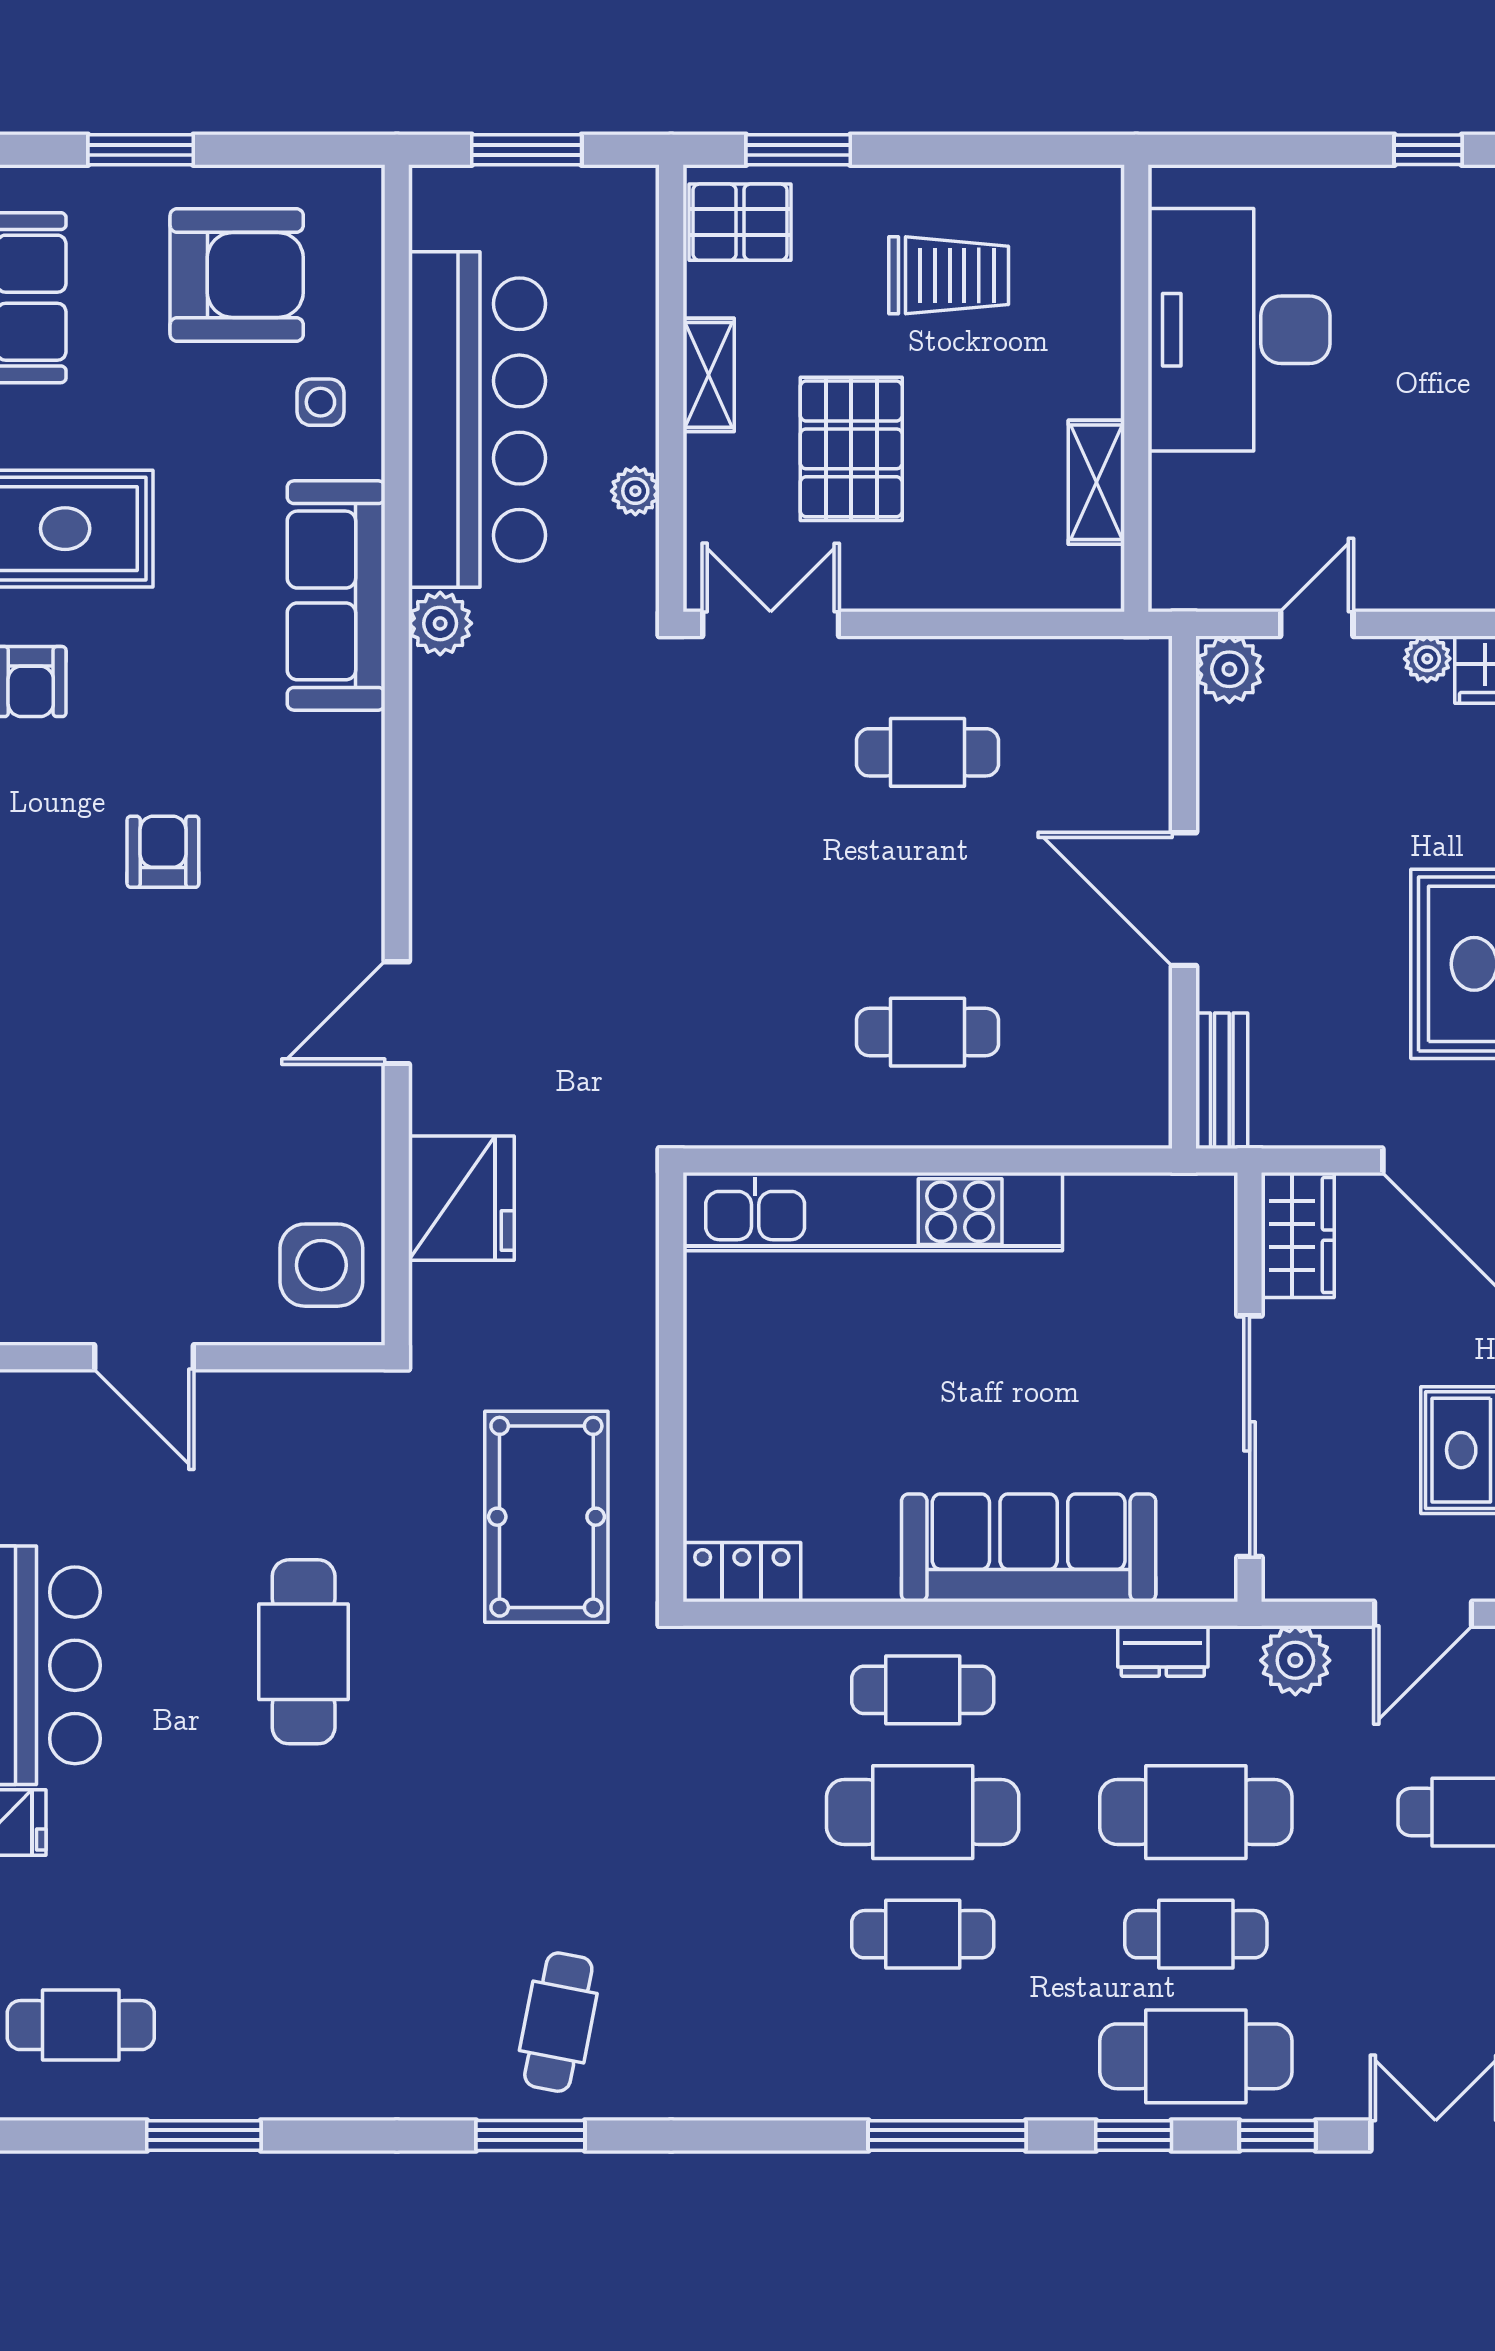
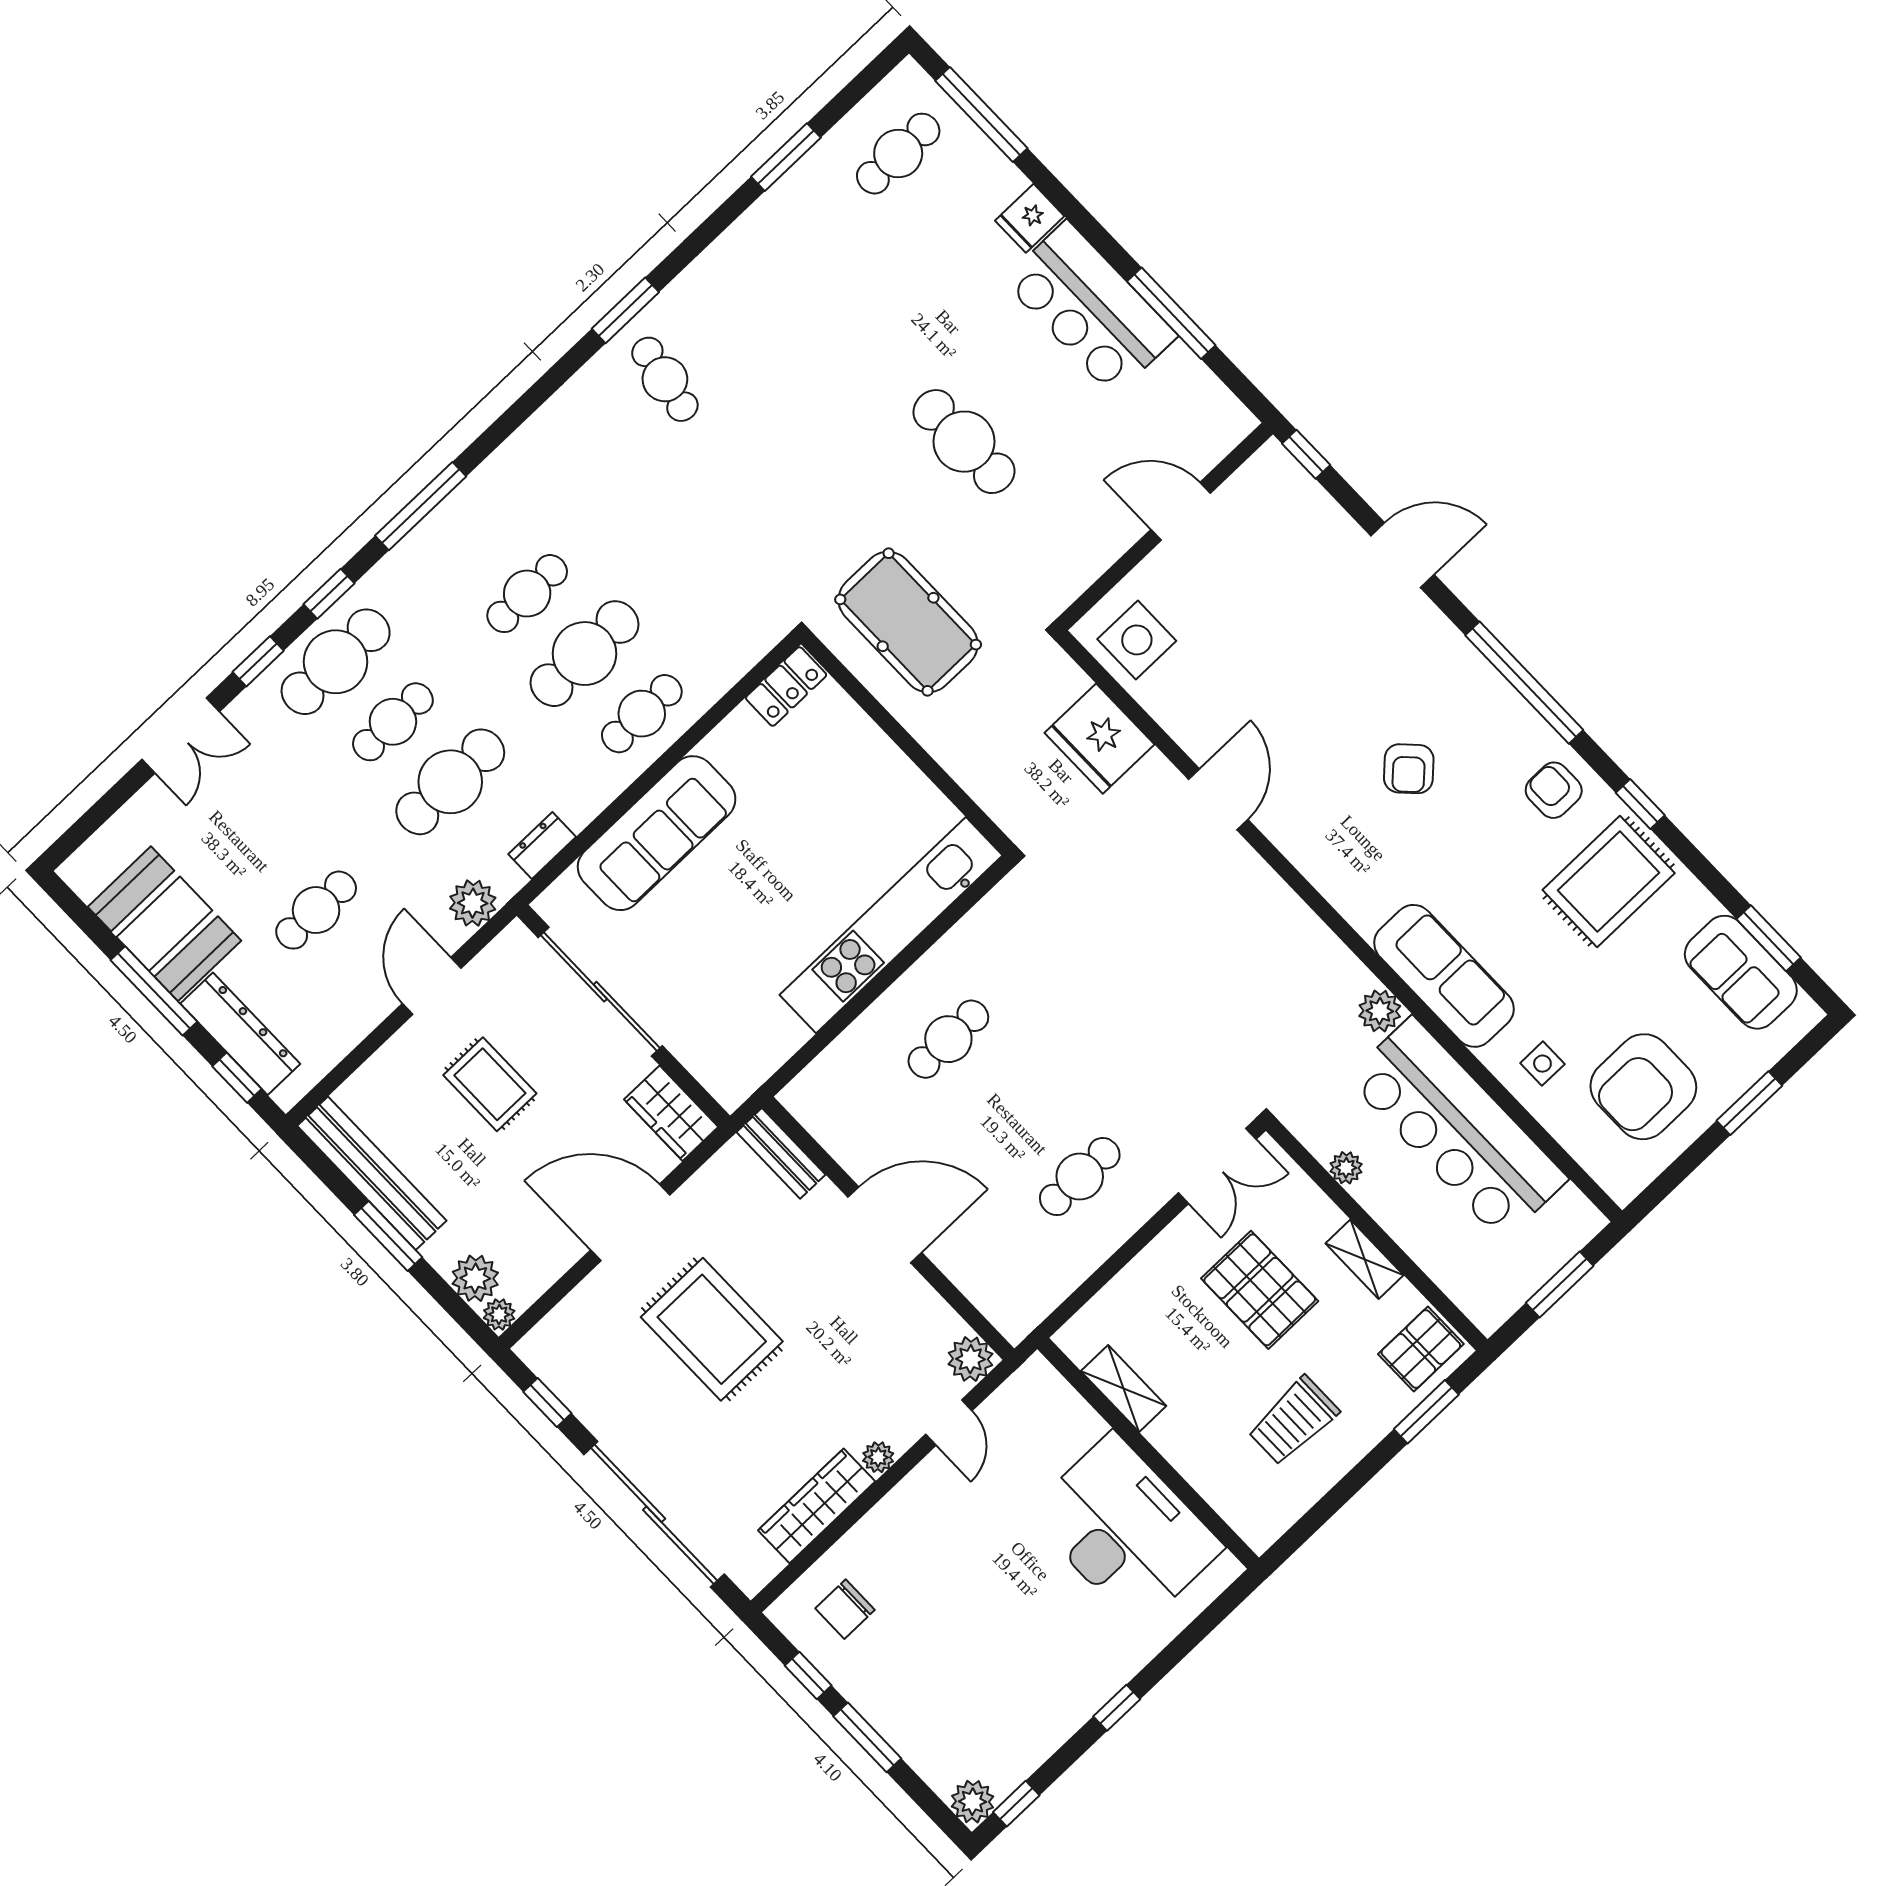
armchair: (163, 852) -> (1409, 769), turned 46

